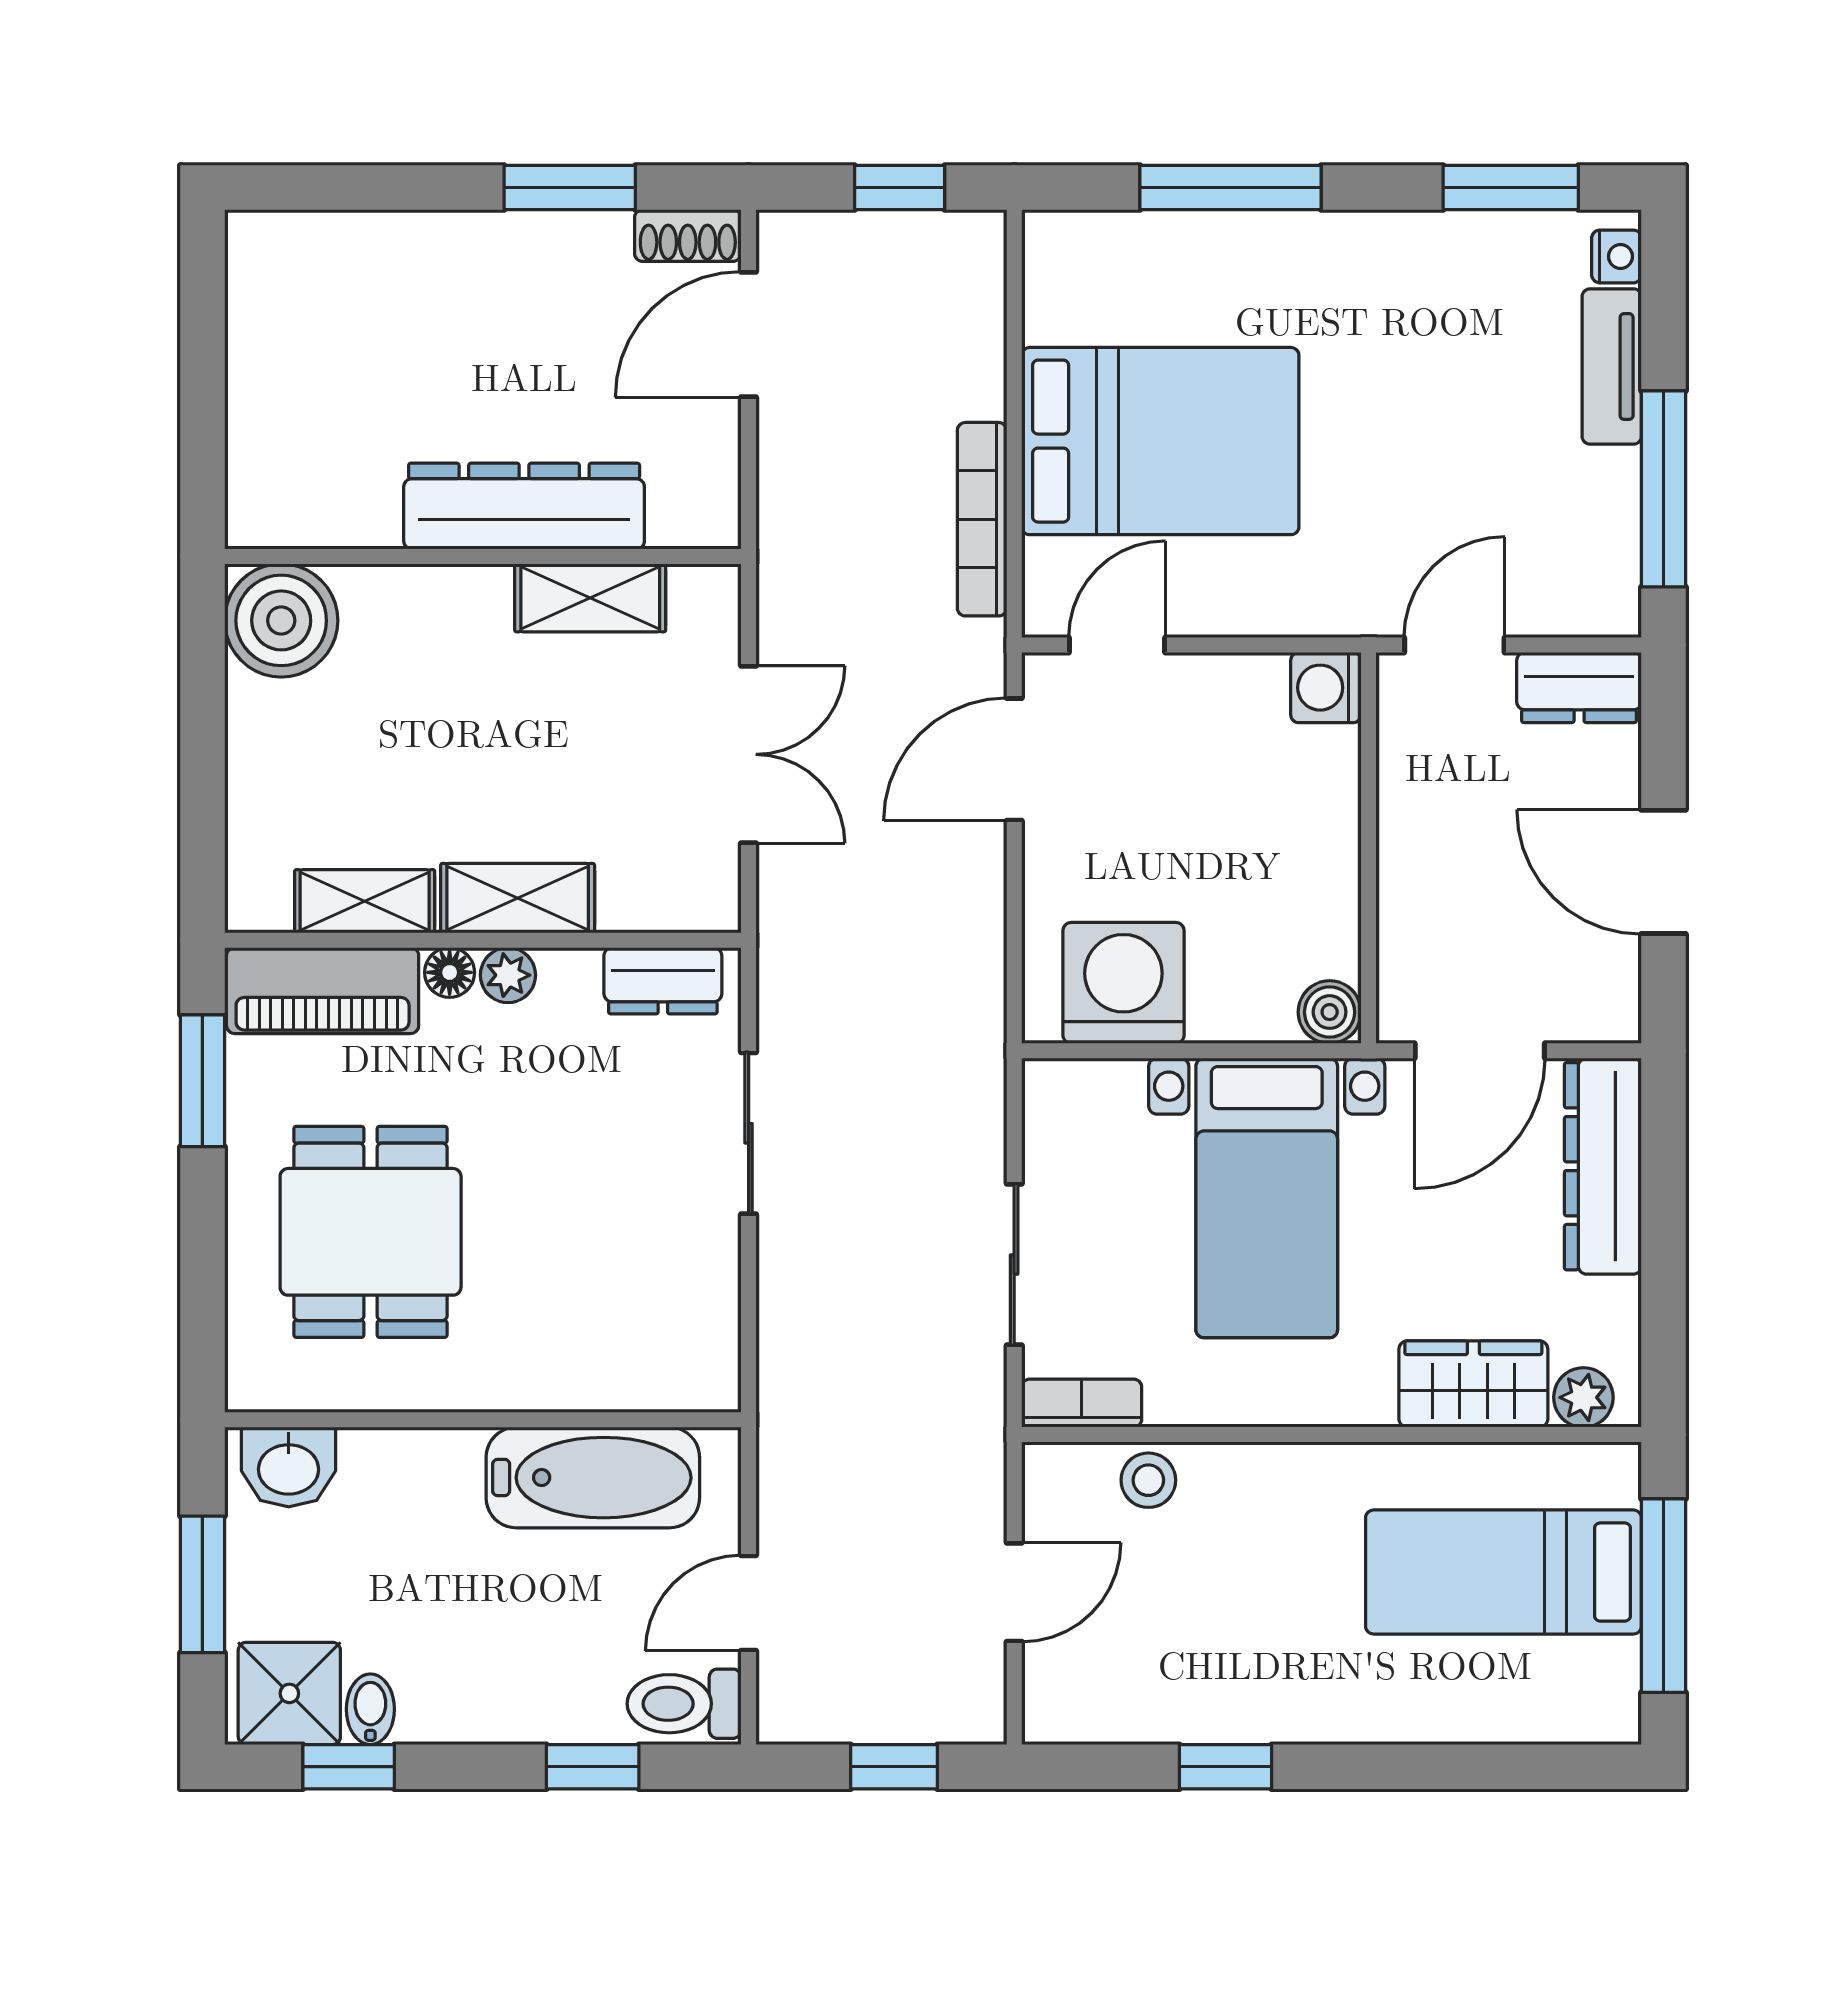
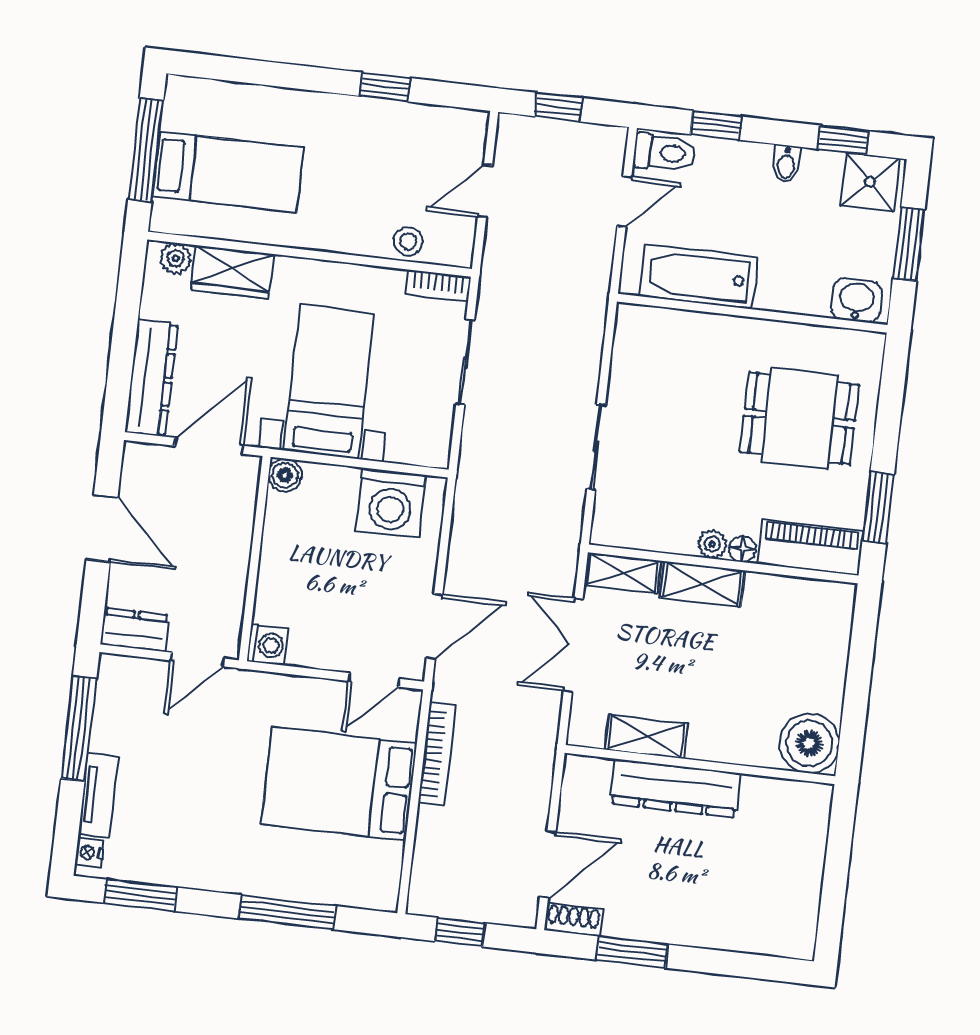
shelving: (365, 901) -> (623, 573), moved
dresser: (663, 981) -> (632, 532), removed
dining table: (371, 1232) -> (800, 418), turned 90
bidet: (370, 1709) -> (786, 164), moved

